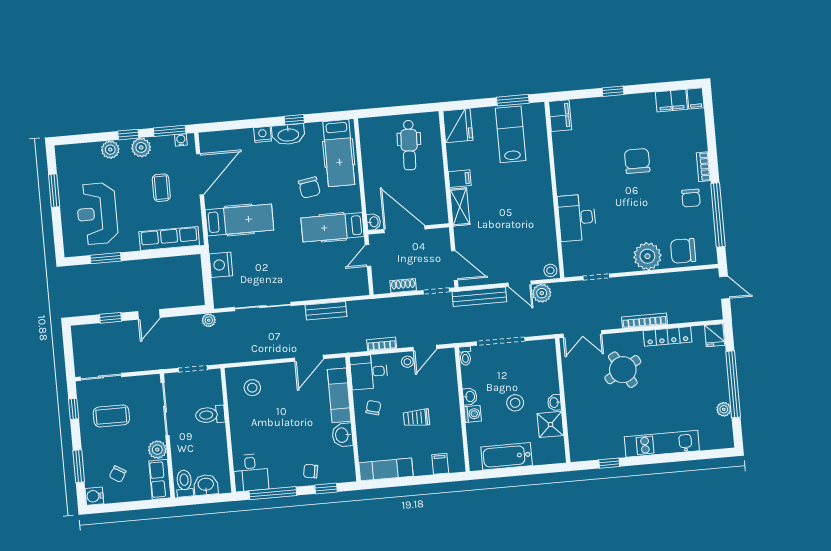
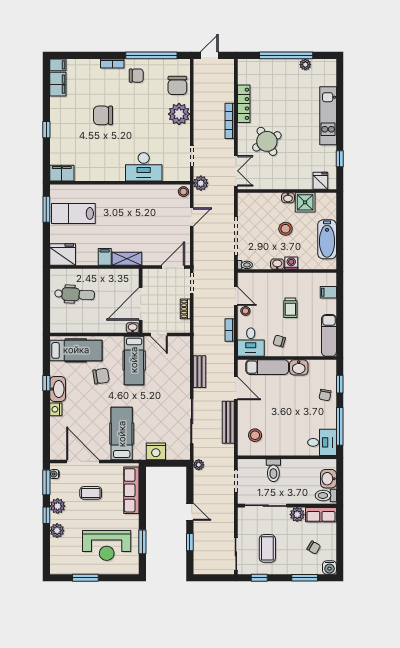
plant: (542, 293) -> (201, 183), moved
bench: (479, 297) -> (228, 422), moved
fridge: (715, 335) -> (320, 181), moved, turned -90

